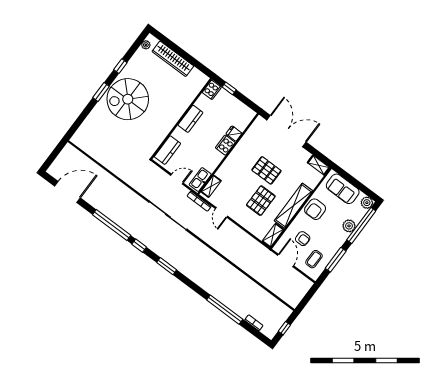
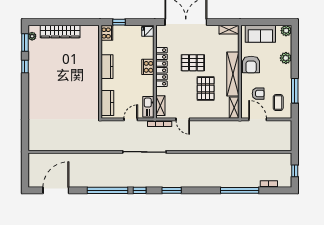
window: (101, 92) -> (25, 43), moved
spiral stairs: (128, 99) -> (49, 87), removed
fridge: (234, 134) -> (148, 31), moved
locker: (237, 154) -> (162, 67), added
window: (361, 225) -> (295, 51), removed

